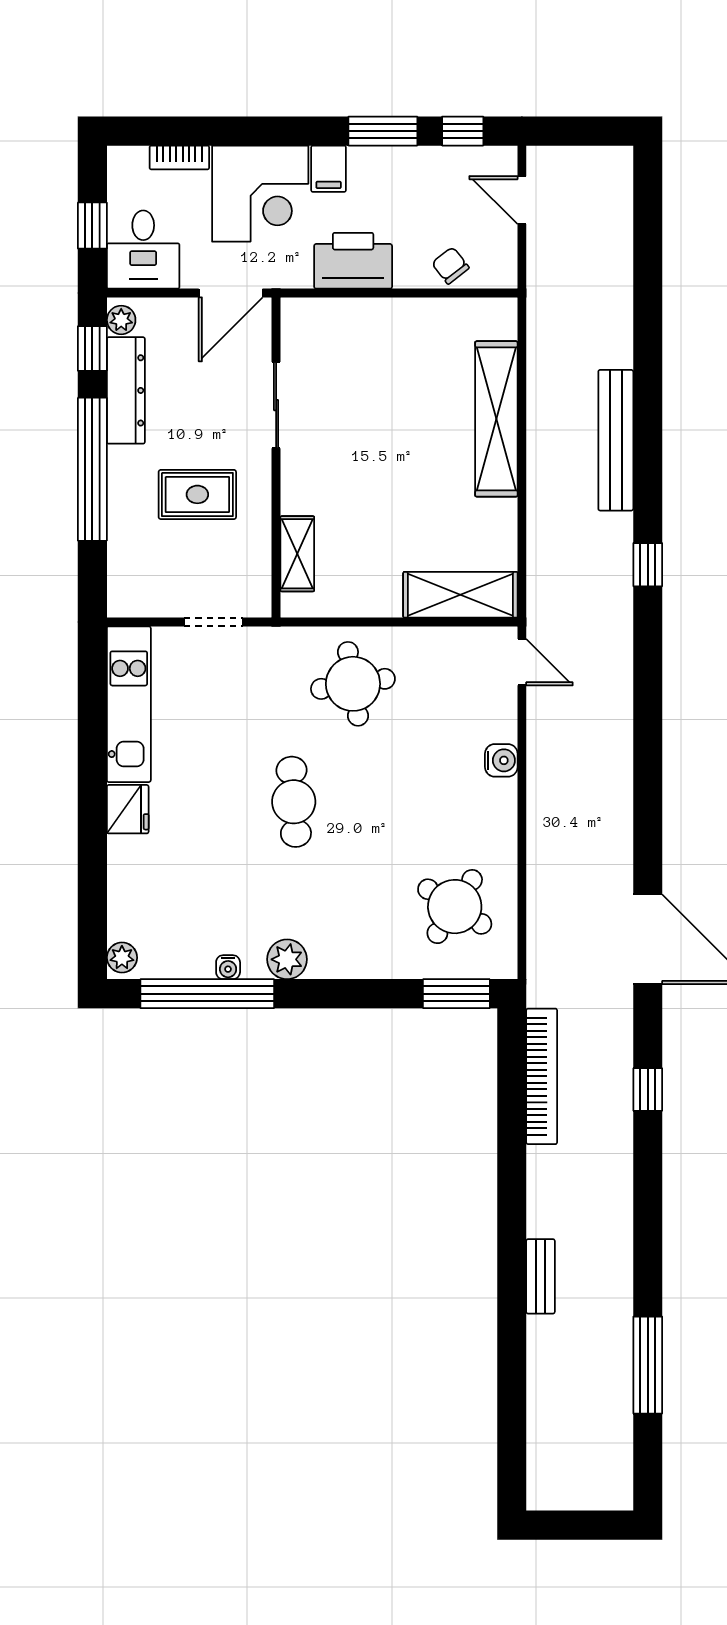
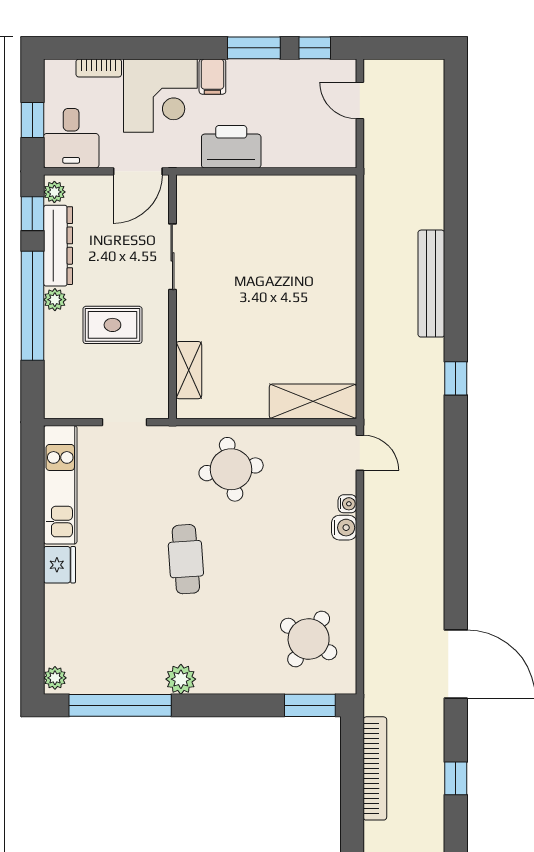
chair: (450, 266) -> (305, 150), removed
shelving: (496, 419) -> (340, 267), removed
plant: (122, 461) -> (55, 300), added
water cooler: (228, 967) -> (347, 504), moved, turned -90

